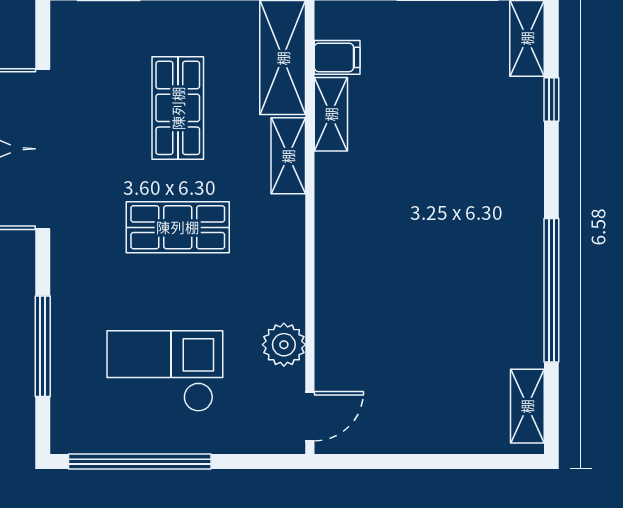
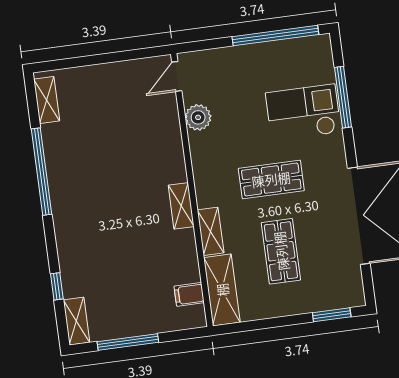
shelving: (331, 114) -> (181, 206), moved
checkout: (165, 371) -> (303, 113), moved, turned 180

